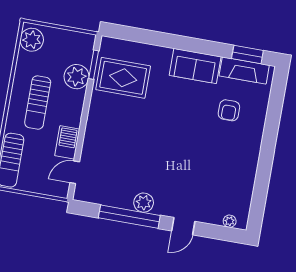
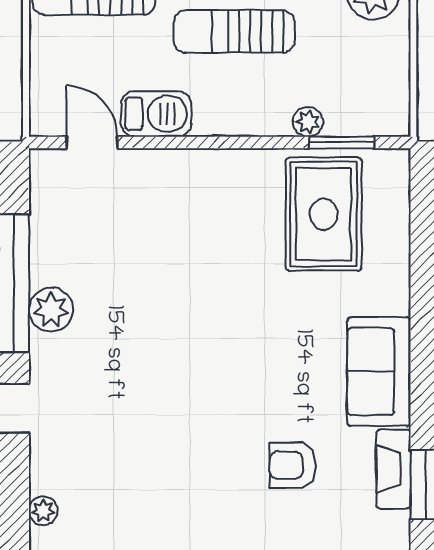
fireplace: (244, 71) -> (394, 469), width x0.73, depth x0.76
plant: (77, 77) -> (308, 122), width x0.53, depth x0.53

